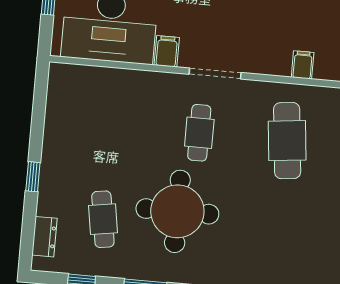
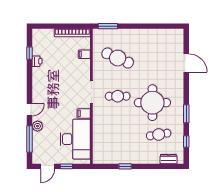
cafe table: (287, 141) -> (118, 58), turned 30
window: (33, 177) -> (125, 166), moved

